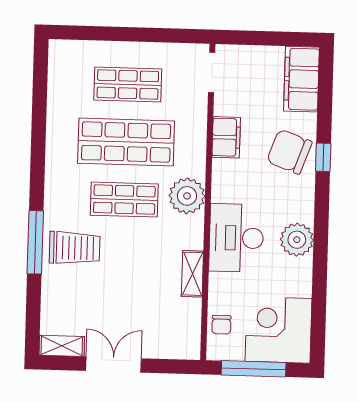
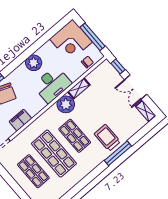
plant: (187, 196) -> (66, 104), moved
window: (171, 366) -> (118, 66), added

